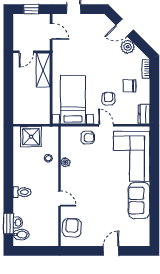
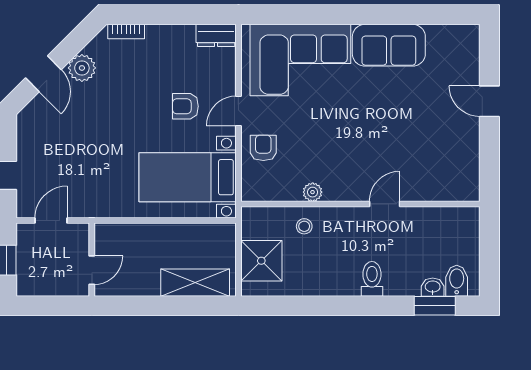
door: (26, 52) -> (92, 270), hinge flipped
shelving: (43, 70) -> (195, 283), moved
chair: (129, 86) -> (159, 64), removed
armchair: (72, 228) -> (443, 179), removed

